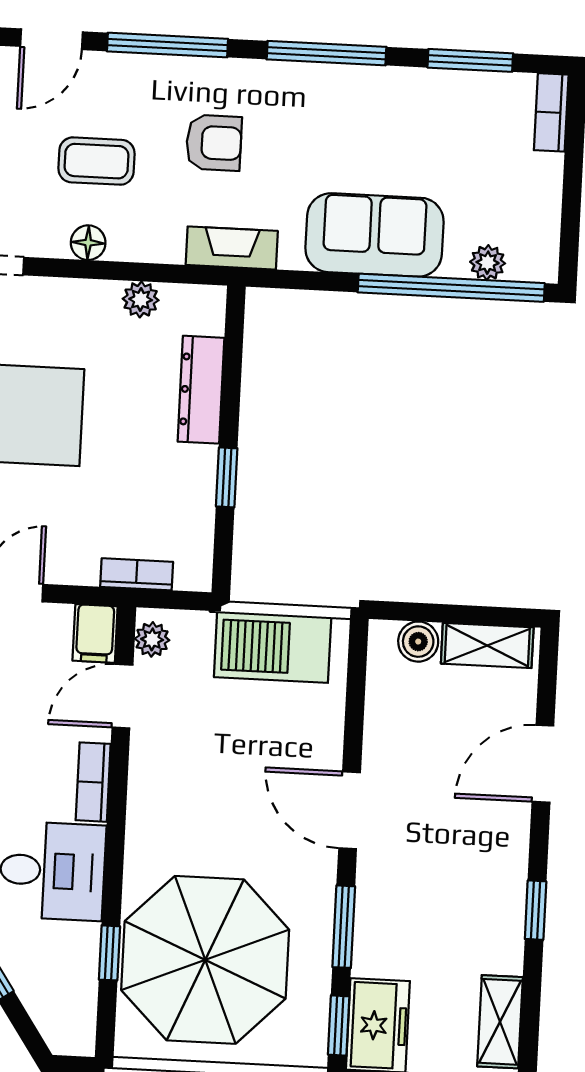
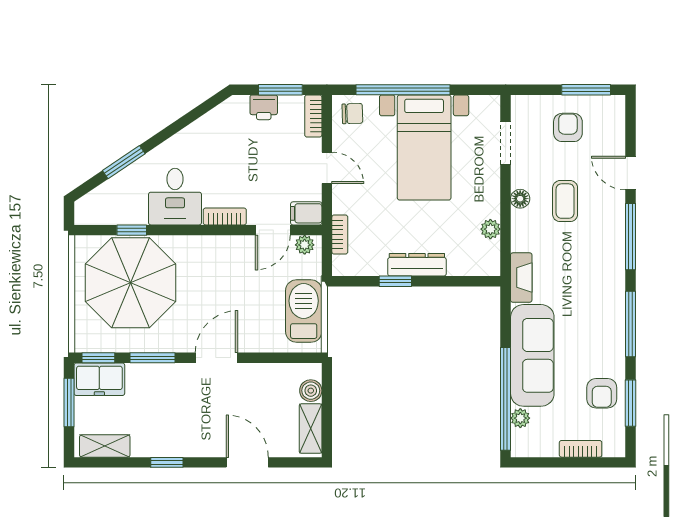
bookcase: (551, 112) -> (581, 449), moved
armchair: (214, 143) -> (602, 393), moved
sofa: (374, 235) -> (532, 355), width x1.36
dresser: (201, 390) -> (417, 265), moved
door: (122, 696) -> (273, 230), swing flipped

